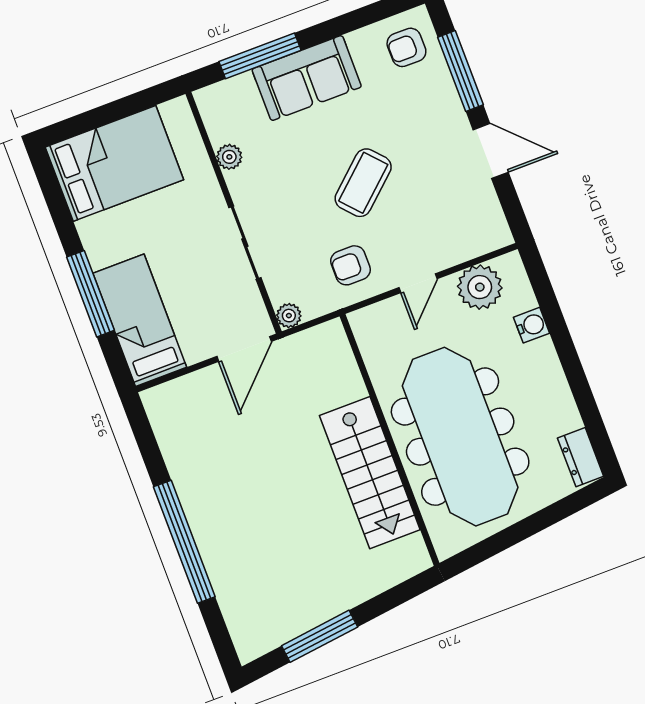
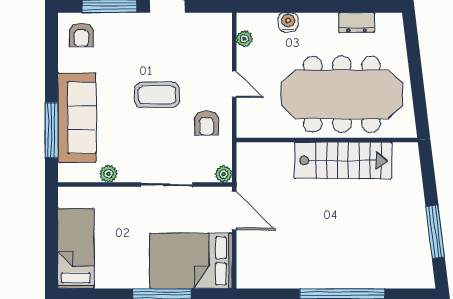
sofa: (307, 78) -> (77, 118), width x1.36
bed: (114, 163) -> (76, 249), width x0.67
coffee table: (363, 183) -> (157, 95), turned -48
plant: (480, 287) -> (244, 39), width x0.53, depth x0.53
bed: (140, 320) -> (191, 261), width x1.50
dresser: (581, 457) -> (357, 23), moved

